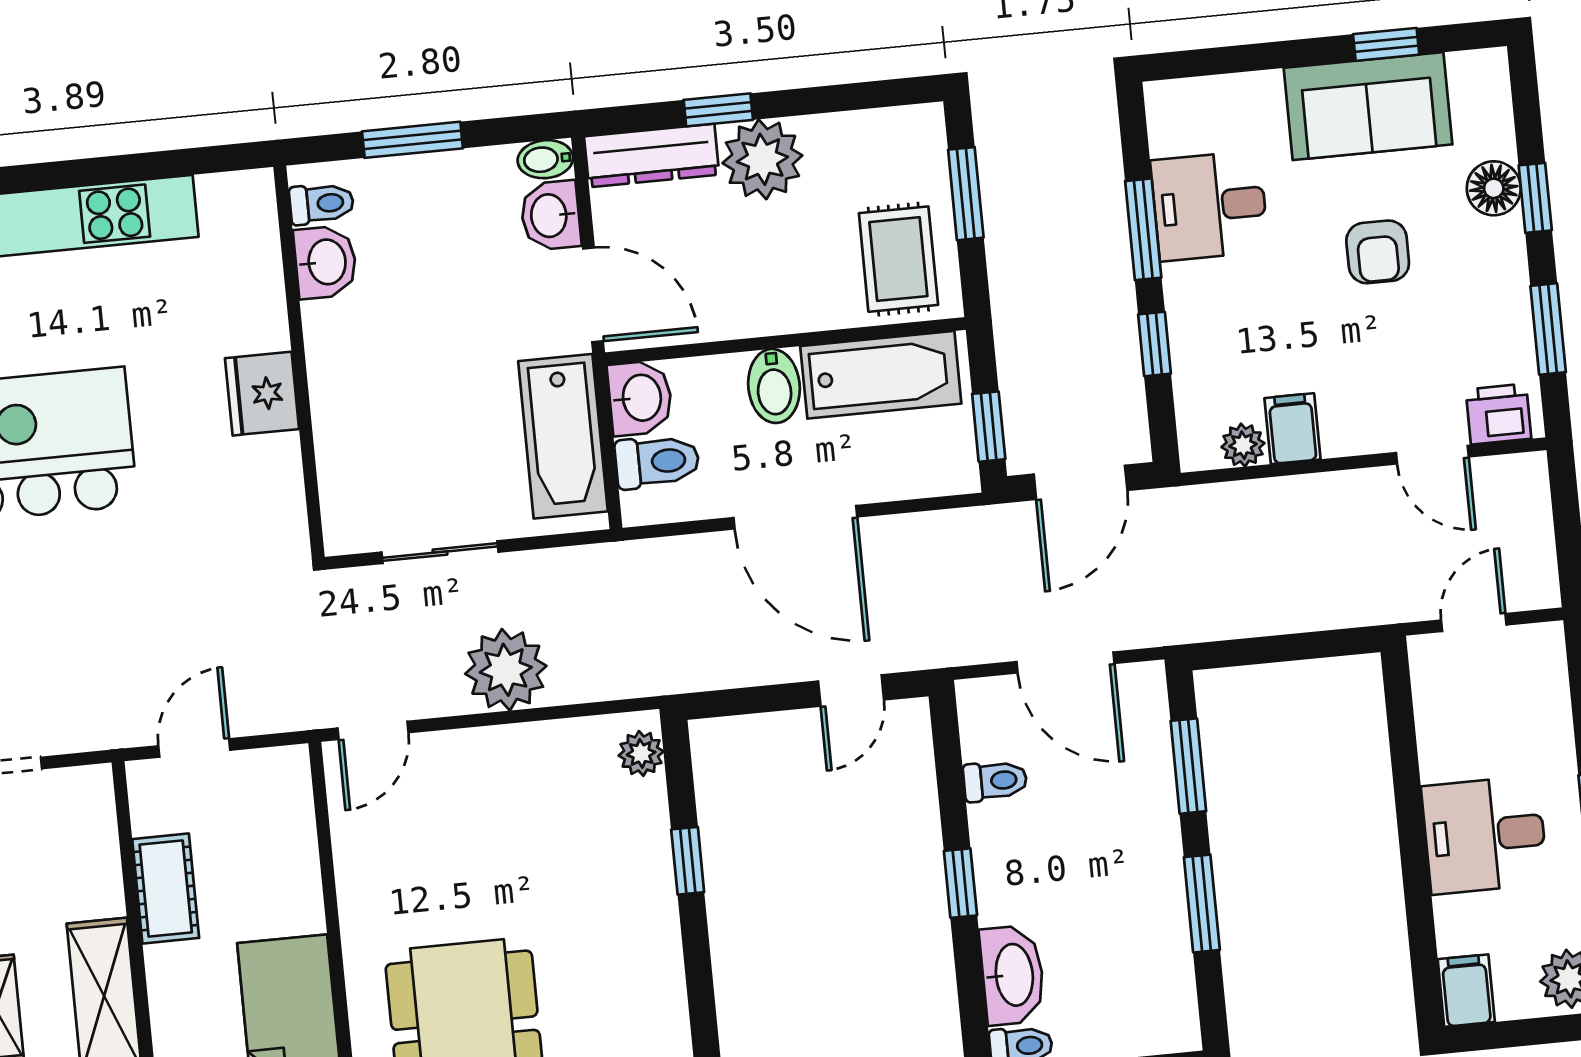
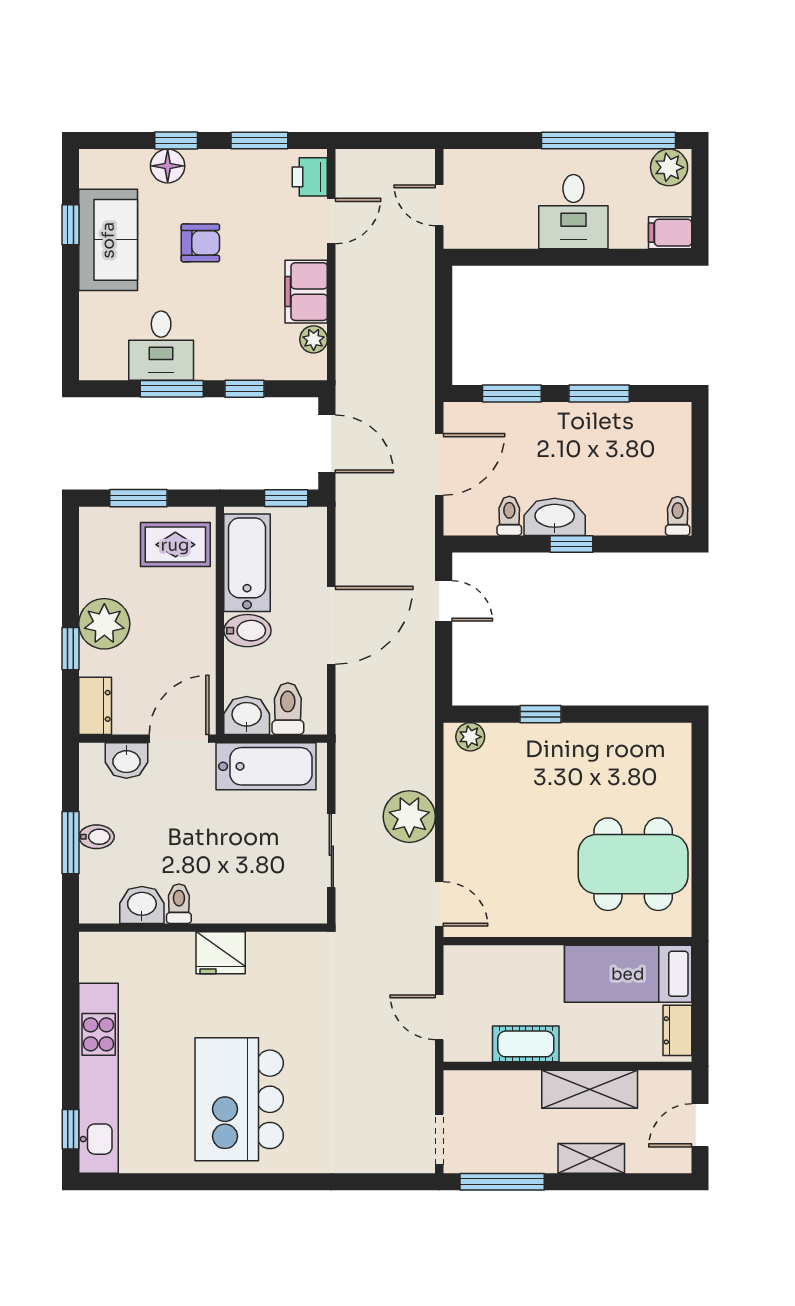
dresser: (652, 156) -> (95, 706), width x0.70
bidet: (545, 159) -> (96, 837), moved, turned -90
toilet: (322, 204) -> (179, 904), moved
filing cabinet: (1292, 429) -> (306, 292), width x2.00
washbasin: (1013, 975) -> (555, 517), moved

